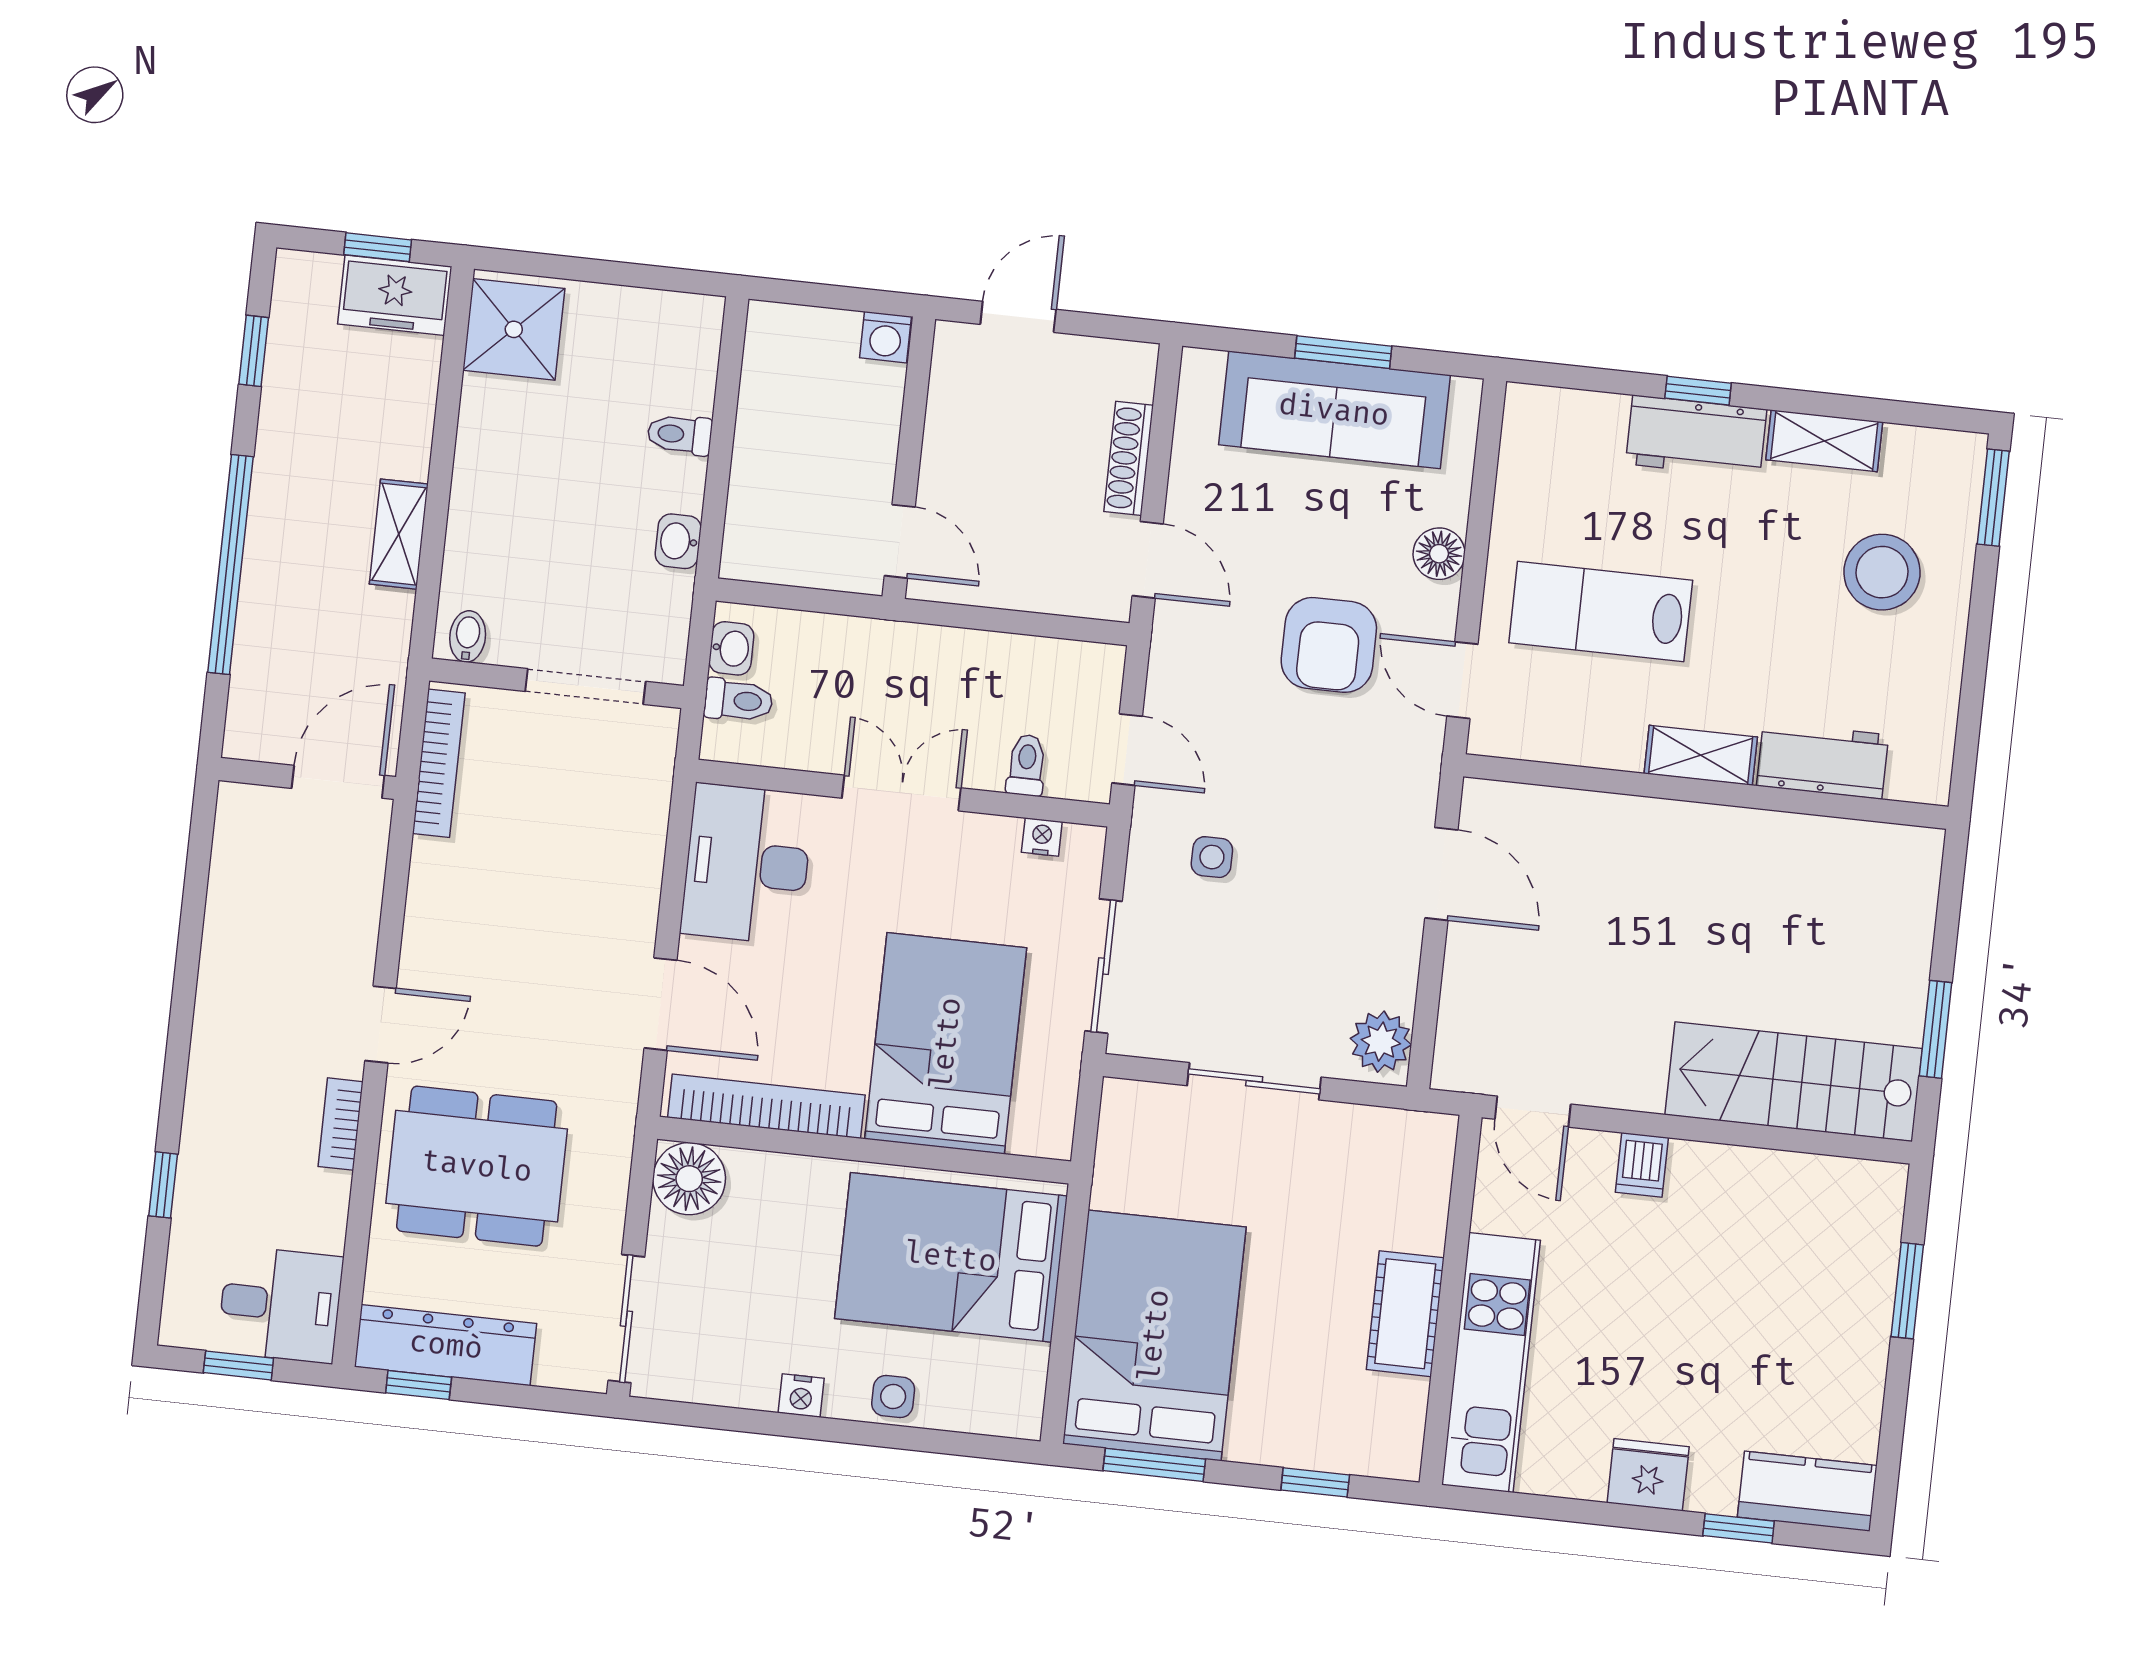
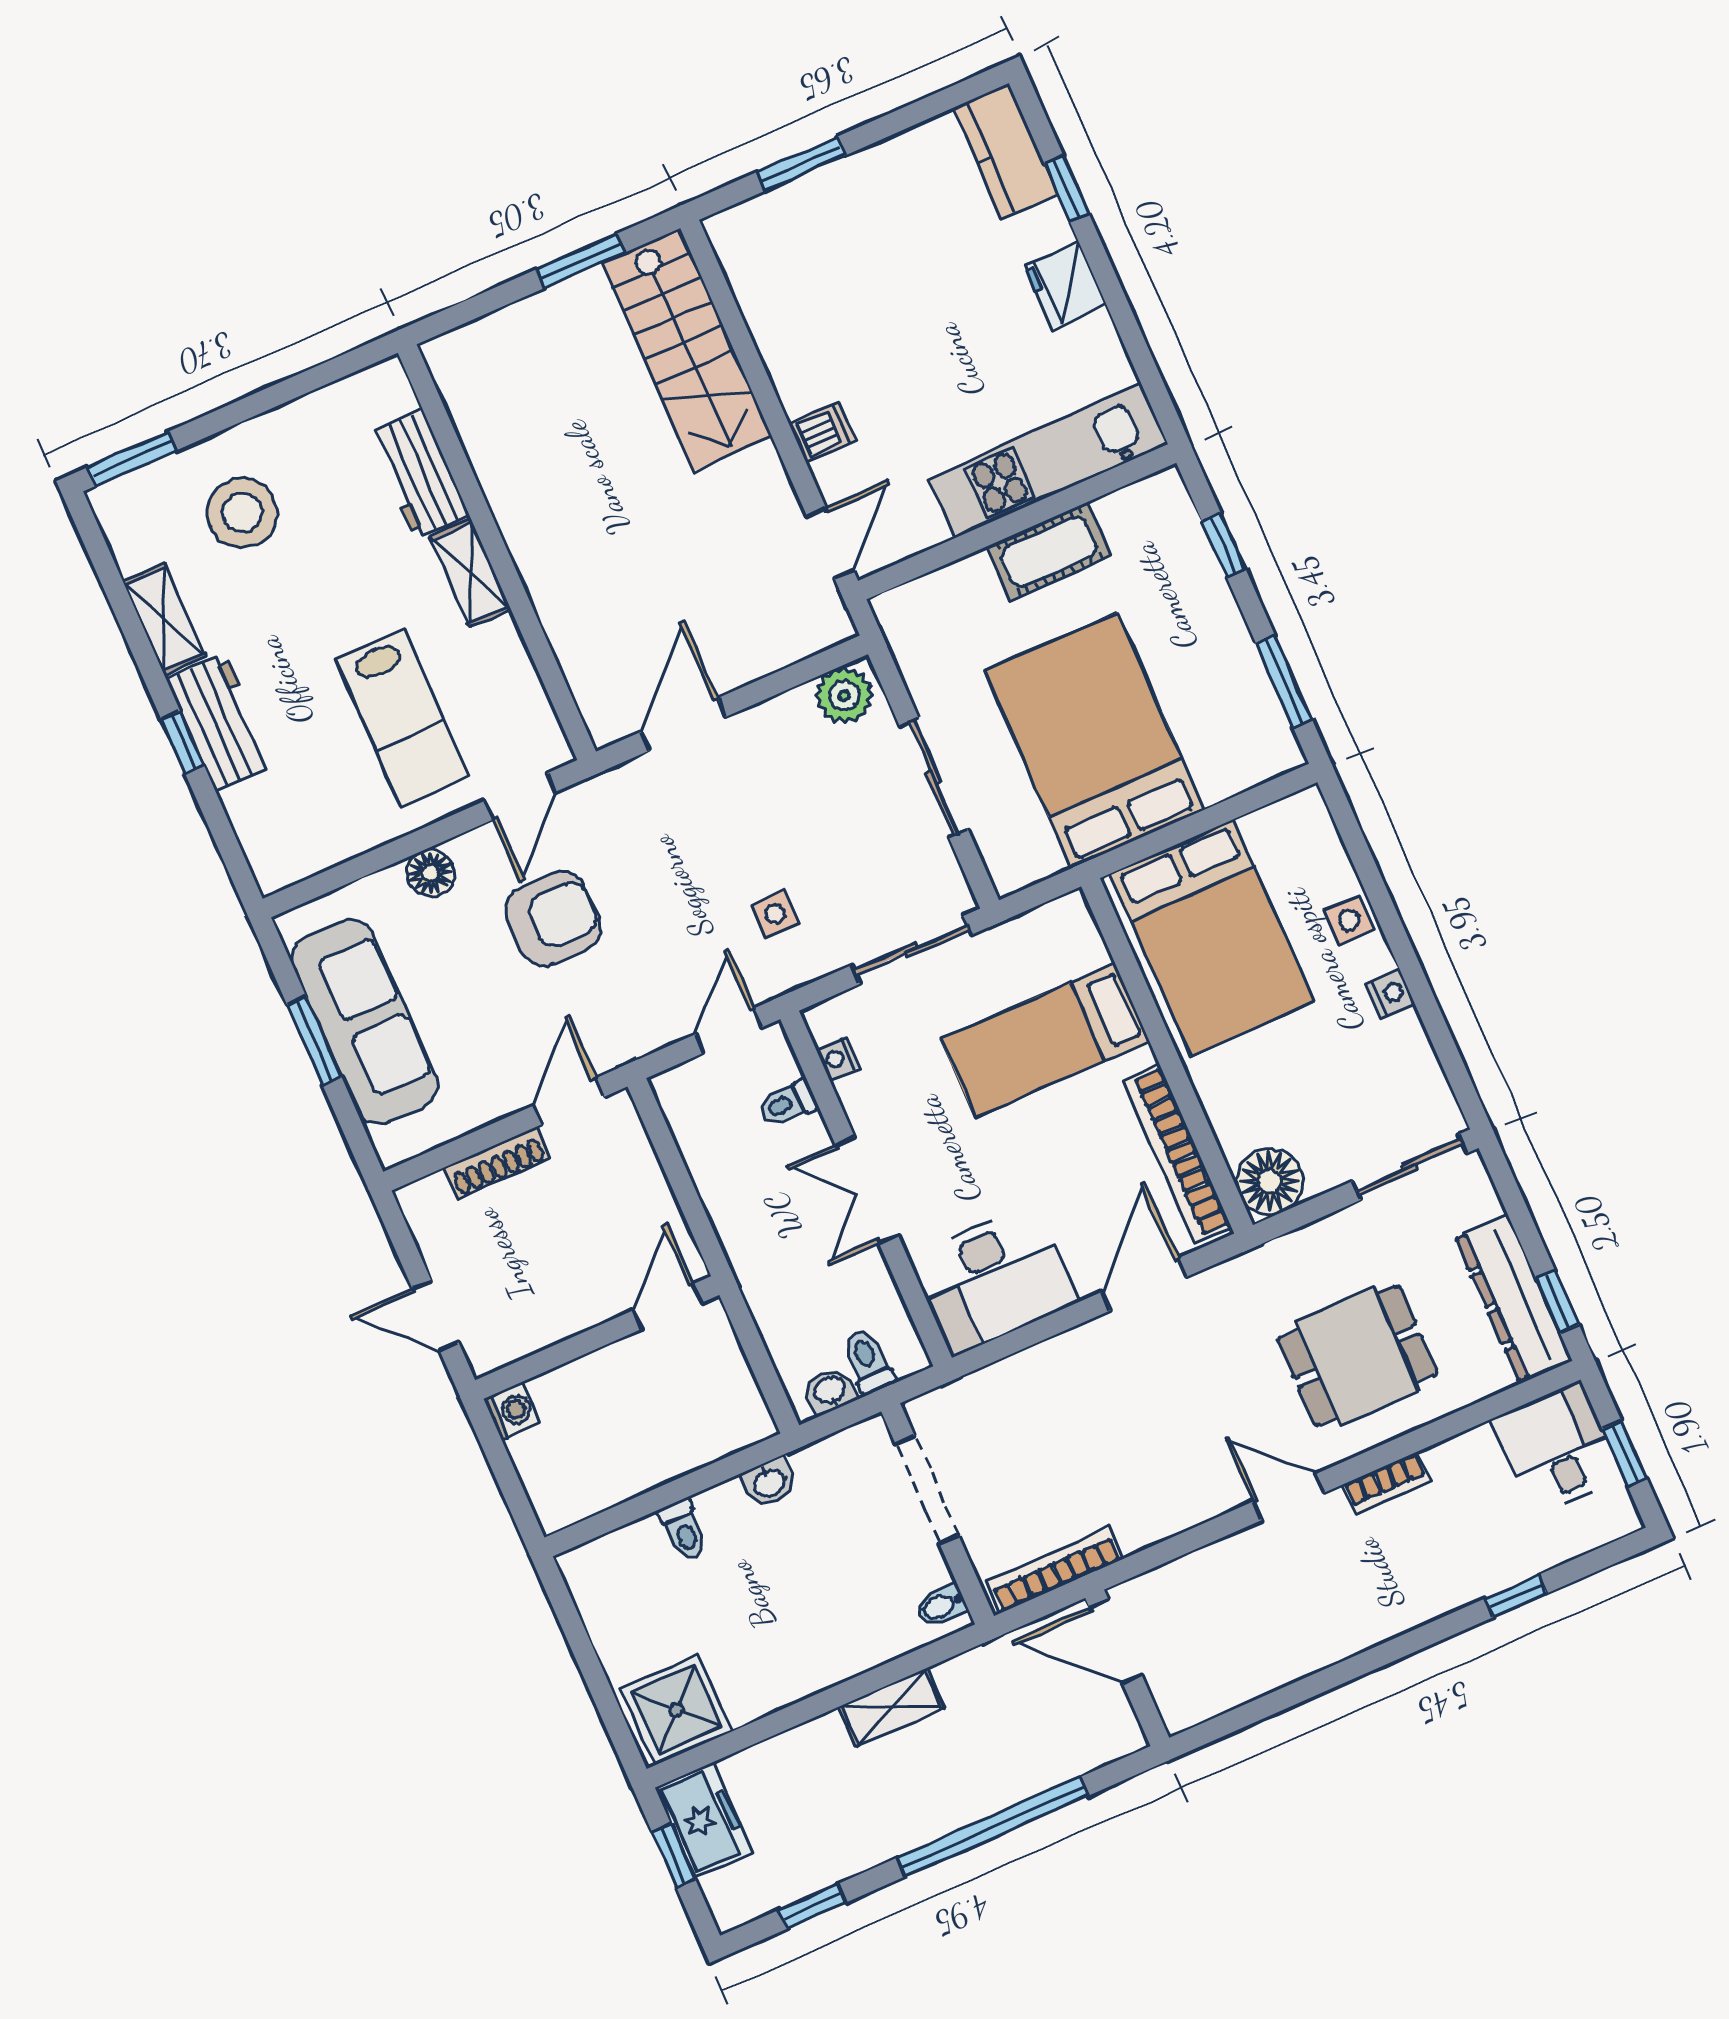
bed: (946, 1043) -> (1045, 1040), width x0.67
dining table: (477, 1166) -> (1357, 1356), width x0.73
bed: (1154, 1335) -> (1094, 740), moved, turned 90

